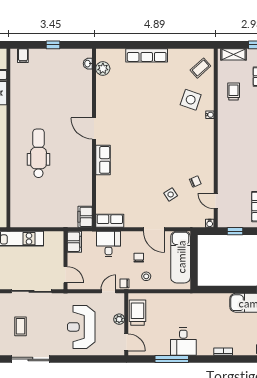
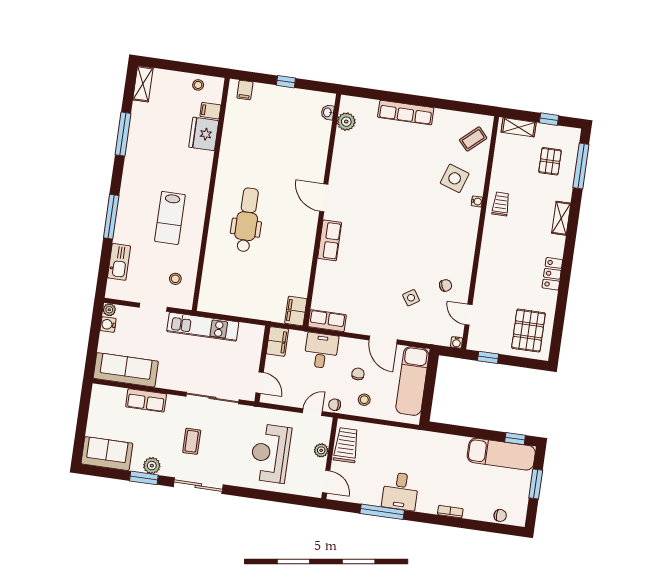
trolley: (234, 91) -> (501, 204), moved

